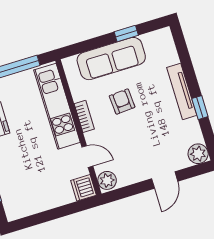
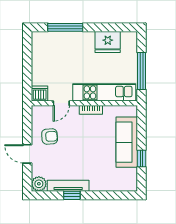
tv unit: (182, 91) -> (68, 186), moved
armchair: (122, 101) -> (50, 136), moved
plant: (107, 180) -> (40, 112), removed

